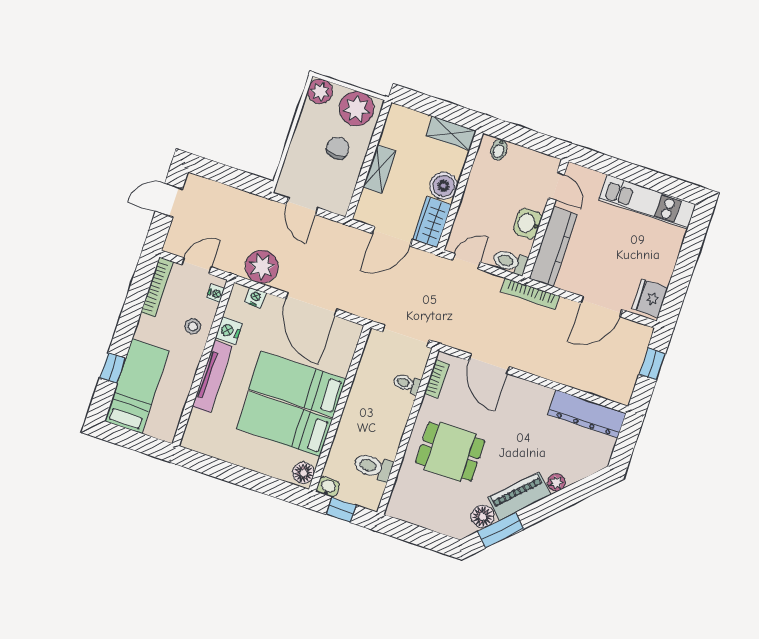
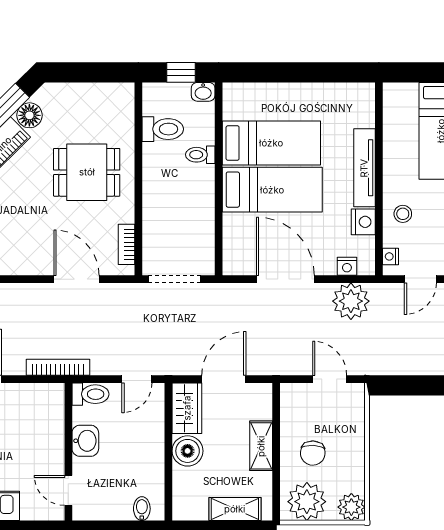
shelving: (451, 133) -> (235, 509), moved
kitchen counter: (553, 247) -> (50, 425), removed
toilet: (407, 383) -> (200, 155), moved, turned 180
floor lamp: (303, 473) -> (234, 98), removed

